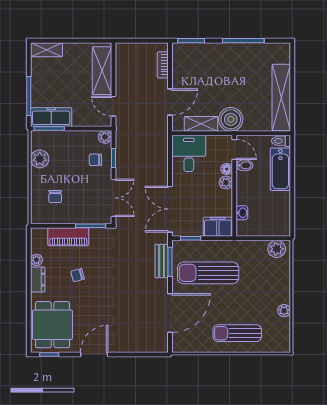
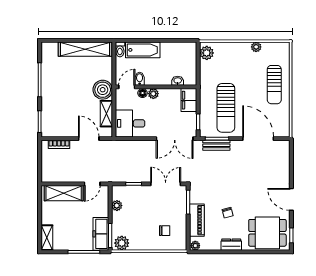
plant: (105, 137) -> (117, 206), moved
plant: (40, 159) -> (122, 243), moved
chair: (95, 160) -> (135, 198), removed
plant: (36, 260) -> (195, 246), moved

